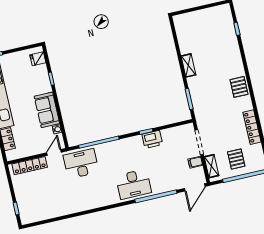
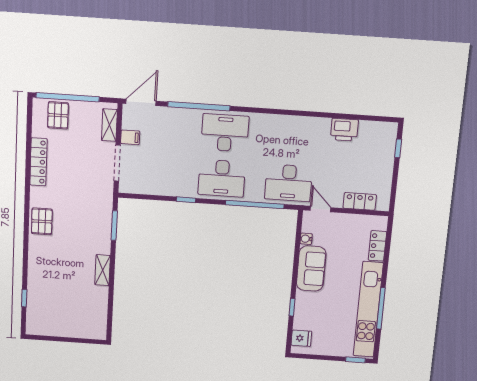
printer: (152, 139) -> (344, 130), moved, turned 180
door: (54, 152) -> (320, 209), swing flipped
desk: (126, 153) -> (222, 178), added
pallet: (236, 159) -> (58, 115), moved
locker: (30, 166) -> (360, 201), width x0.66

